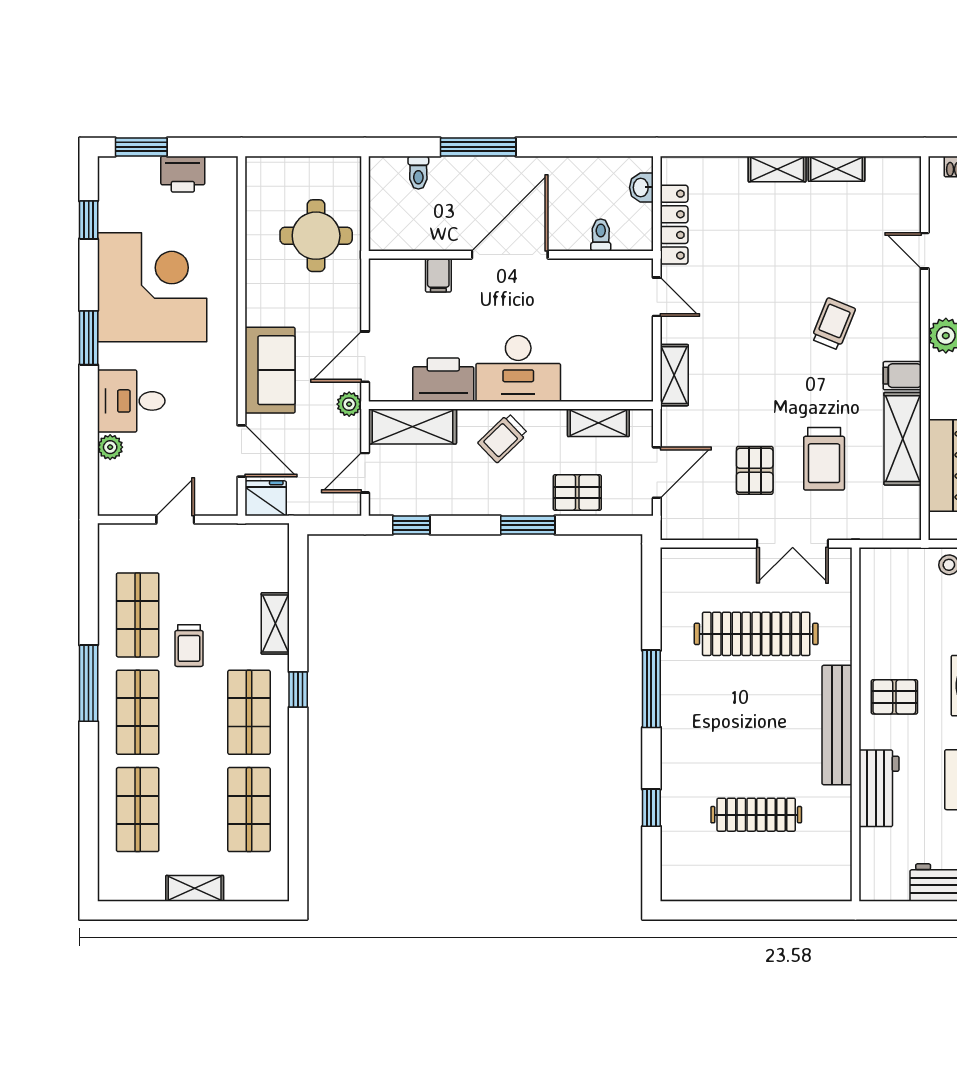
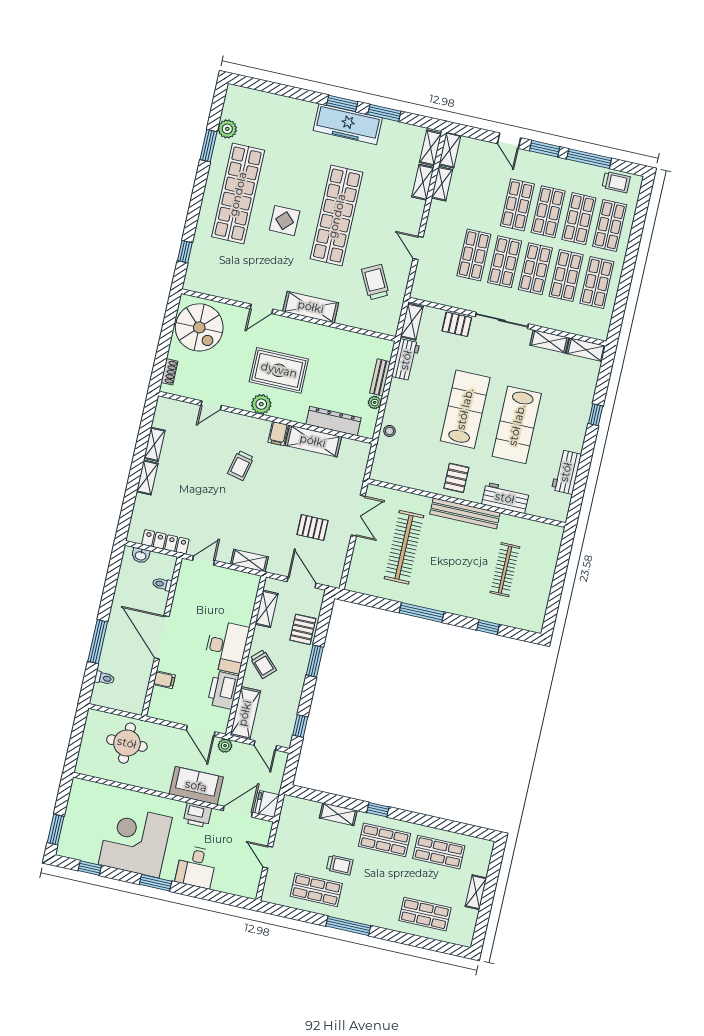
printer: (183, 174) -> (197, 815), moved, turned 90
trolley: (833, 324) -> (241, 465), turned -99
plant: (110, 447) -> (219, 884), removed
trolley: (824, 459) -> (315, 487), removed
shop shelf: (138, 712) -> (371, 902), removed

